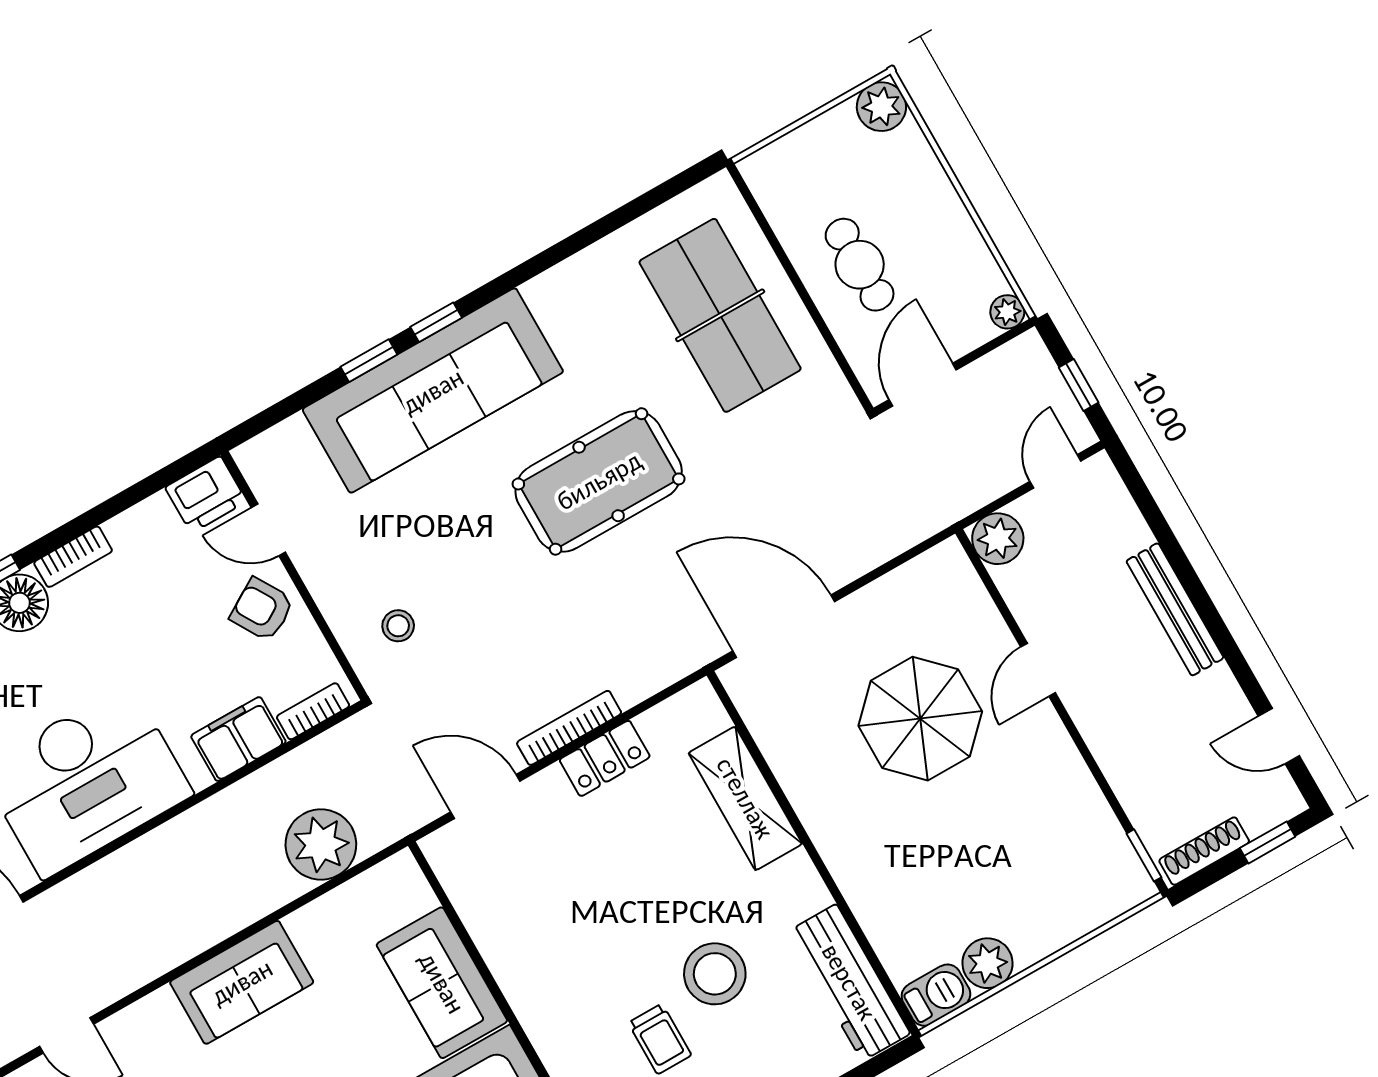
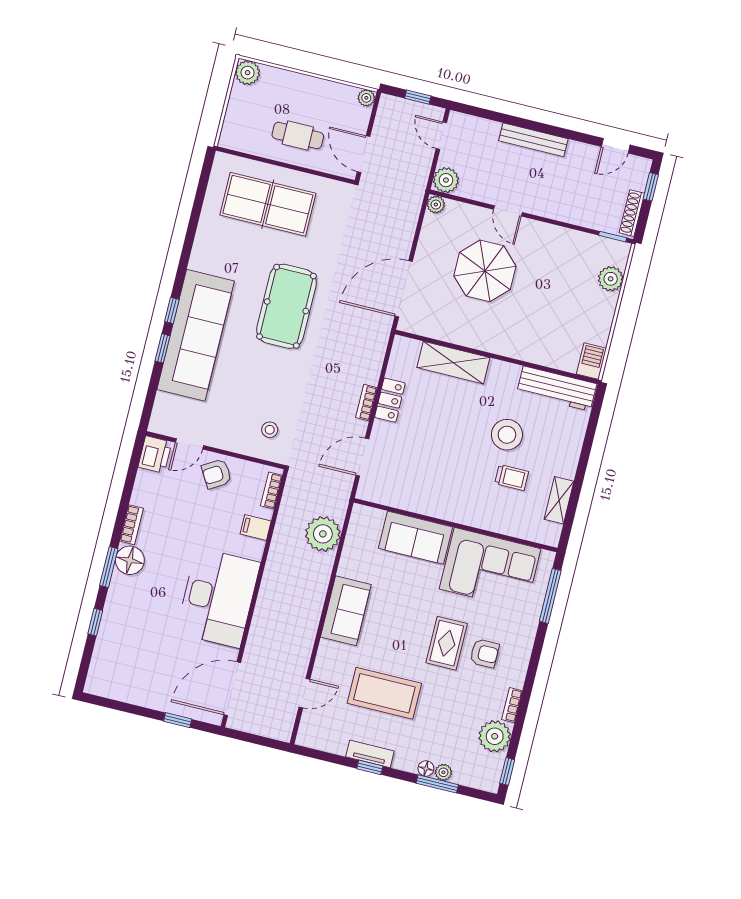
plant: (949, 557) -> (436, 205), added
bookcase: (569, 728) -> (366, 403), width x0.64
filing cabinet: (238, 739) -> (256, 527), width x0.50
plant: (988, 963) -> (611, 279), moved

